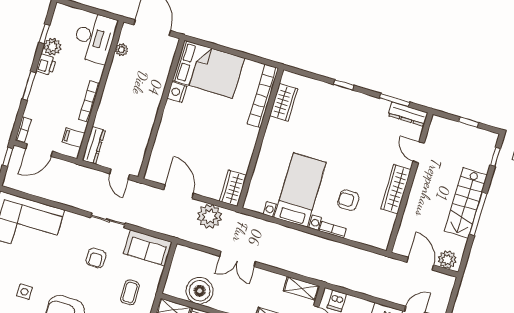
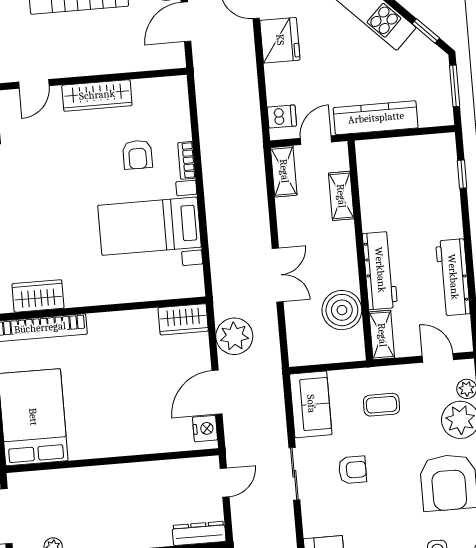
nightstand: (177, 92) -> (205, 429), moved, turned -90

